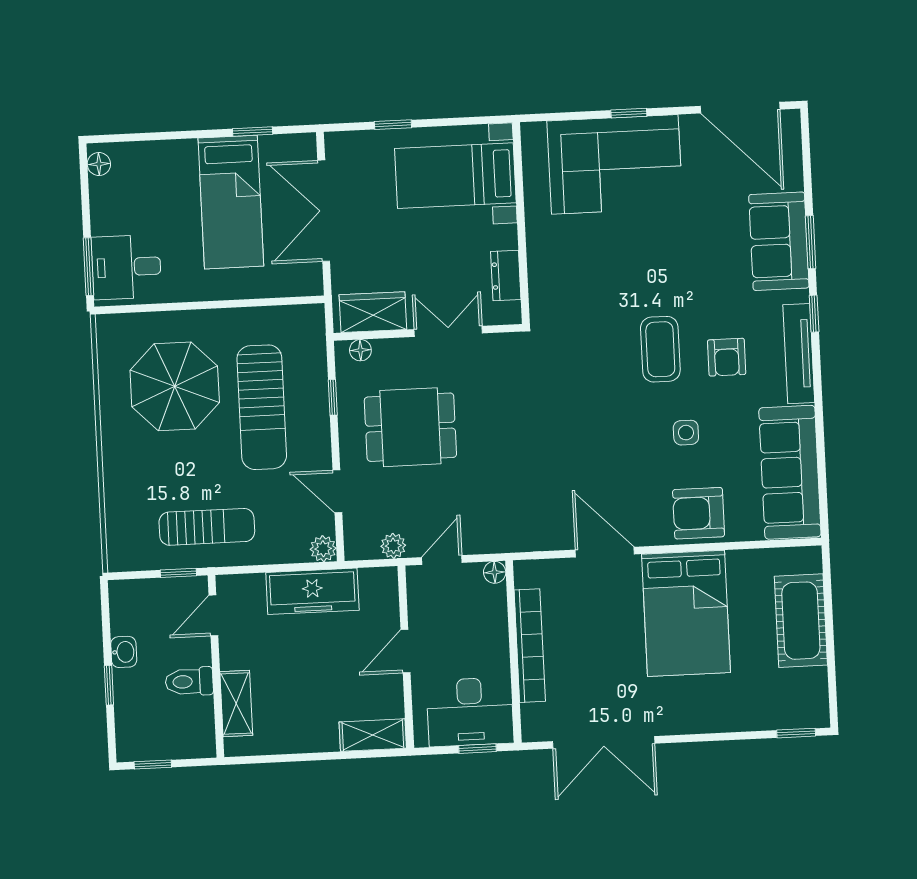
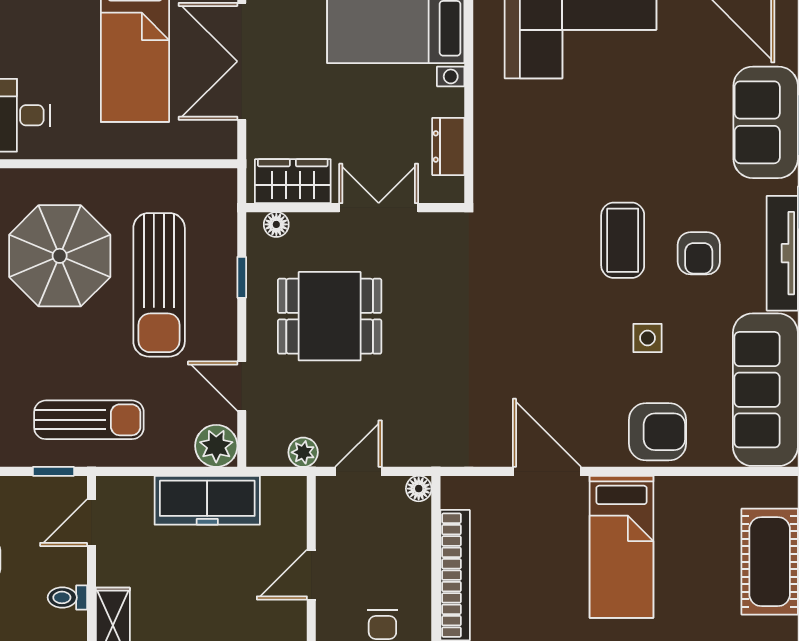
armchair: (699, 513) -> (658, 432), turned 180
plant: (323, 549) -> (216, 446), width x1.38, depth x1.38
bed: (686, 613) -> (622, 547), width x0.67
toilet: (189, 682) -> (67, 597), width x0.73, depth x0.72

